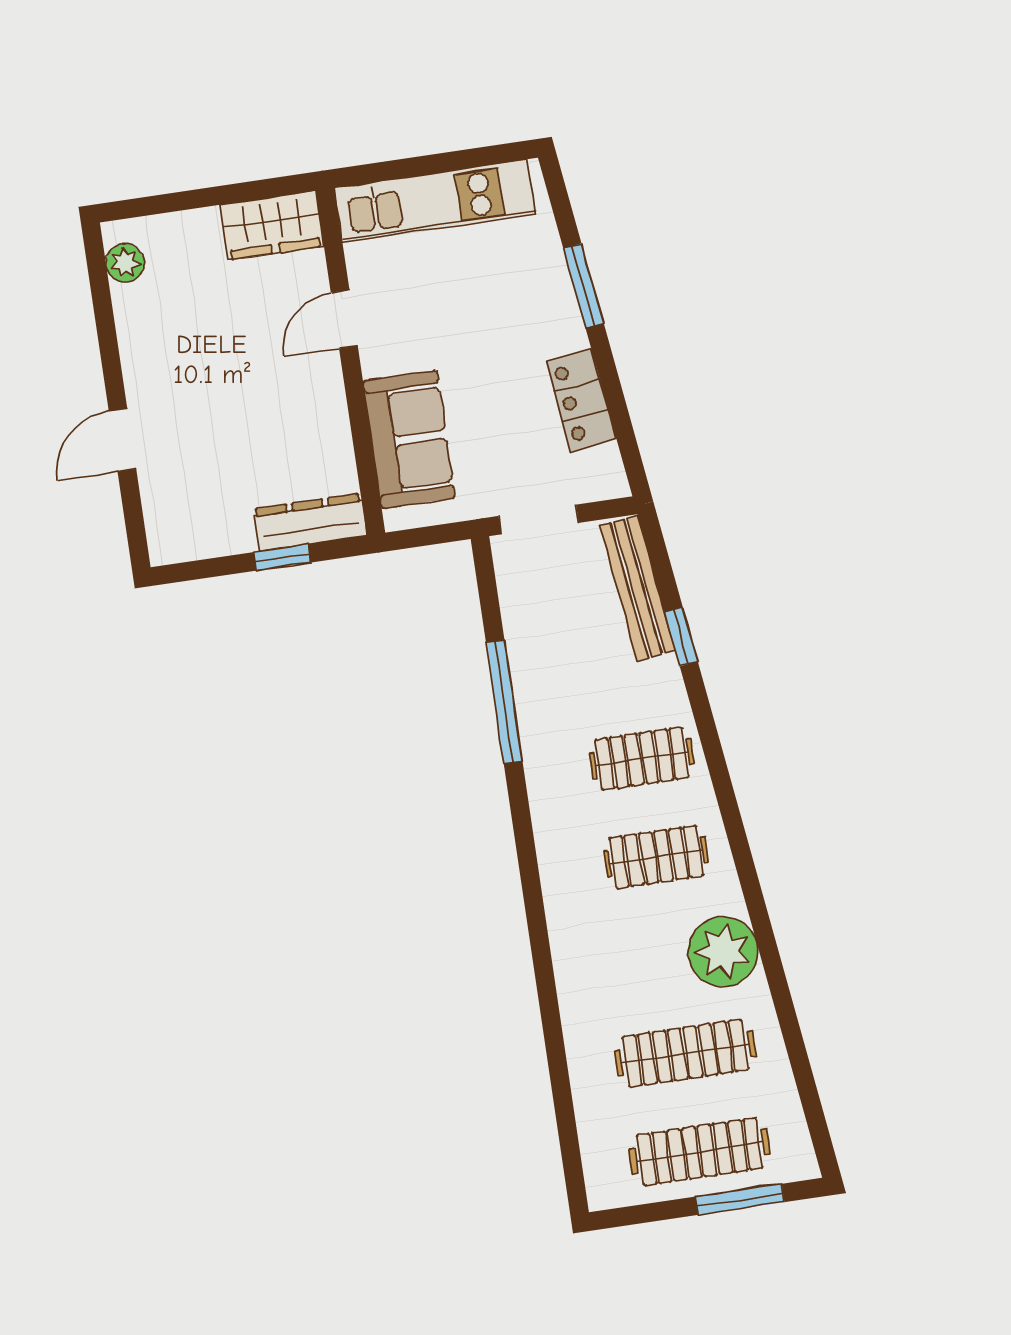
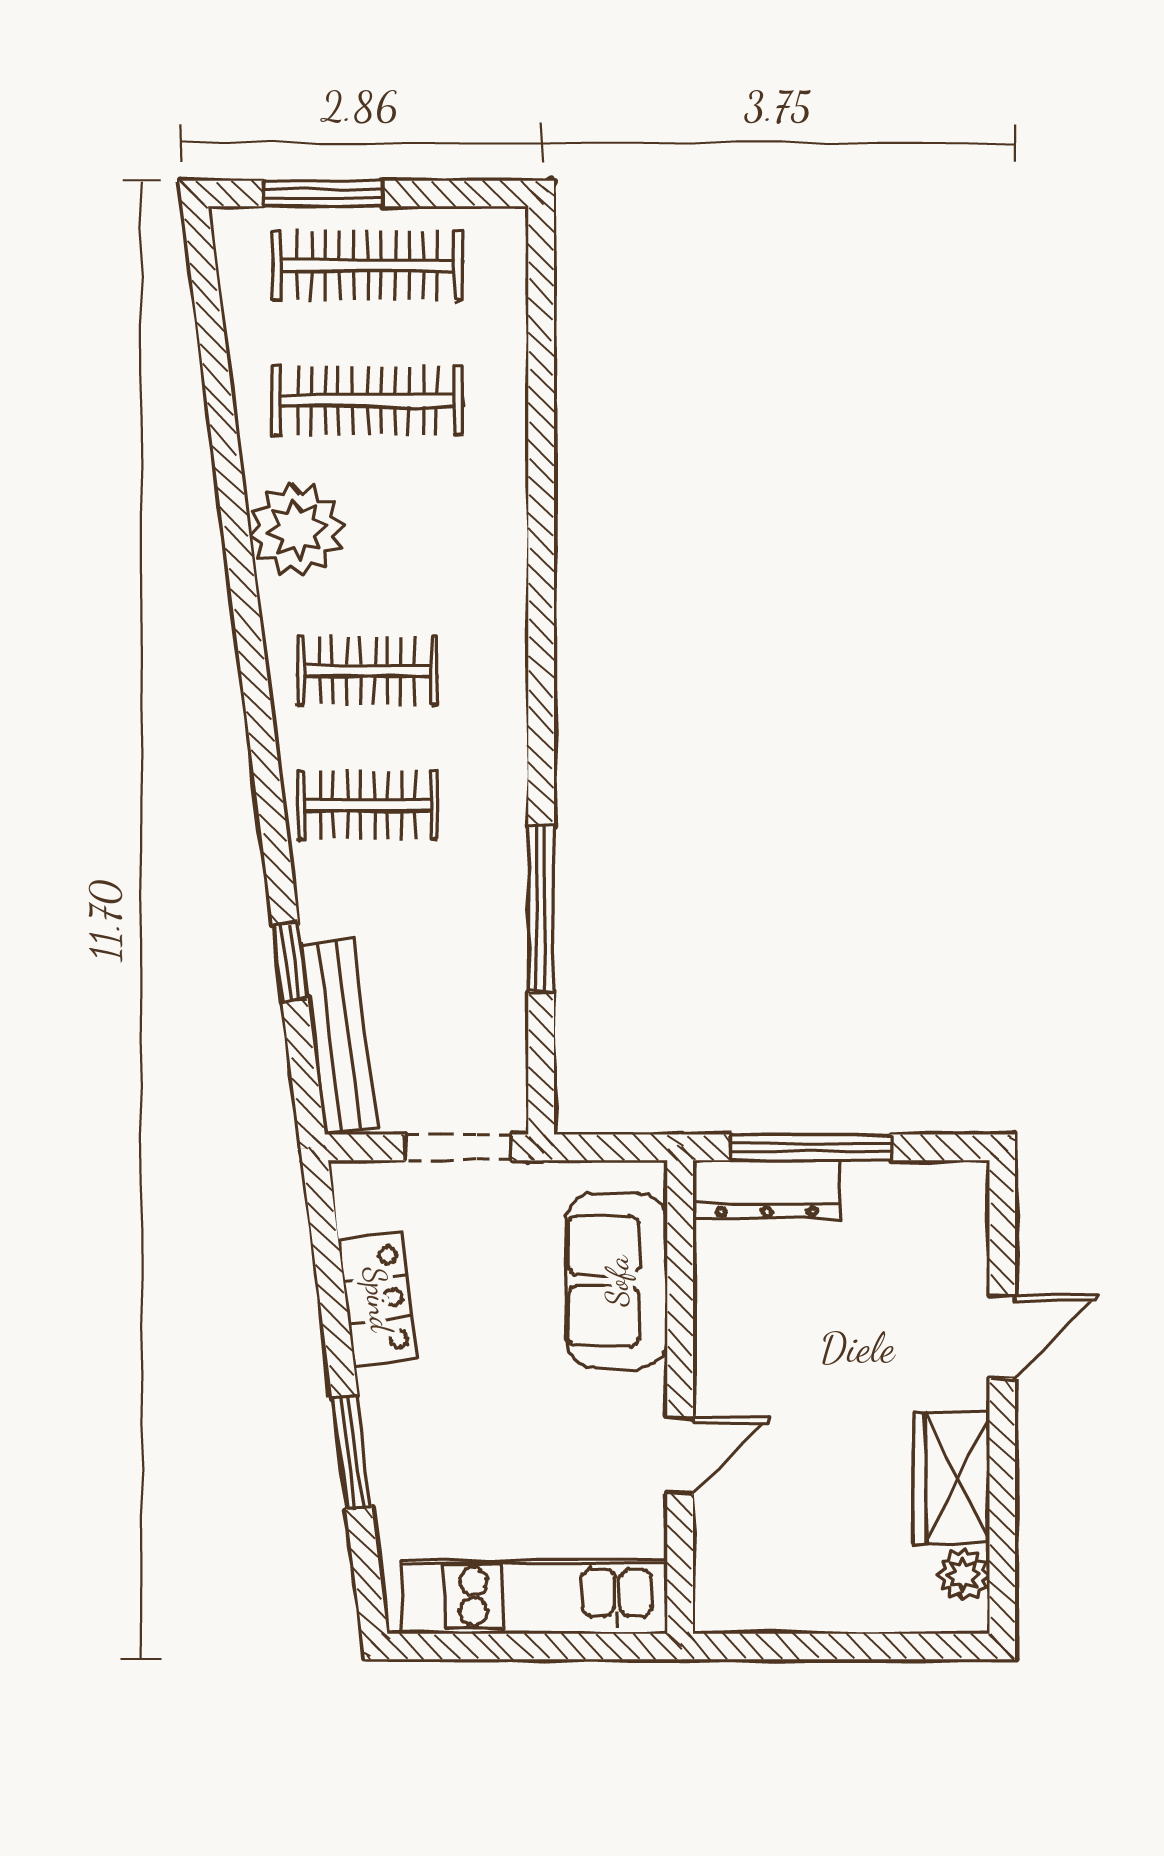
wardrobe: (272, 225) -> (952, 1478), moved, turned -90
window: (282, 557) -> (811, 1147), width x2.17

